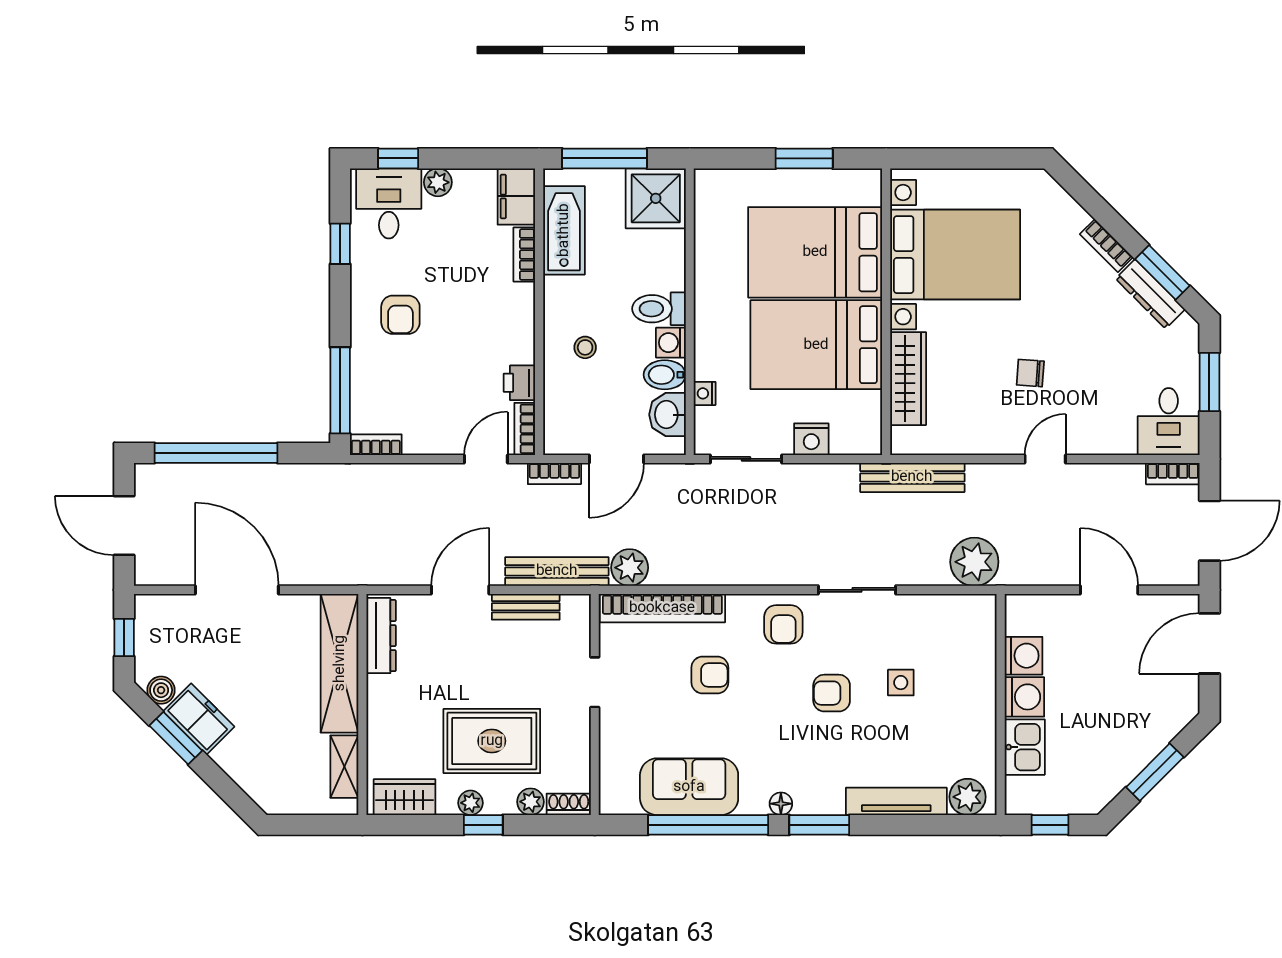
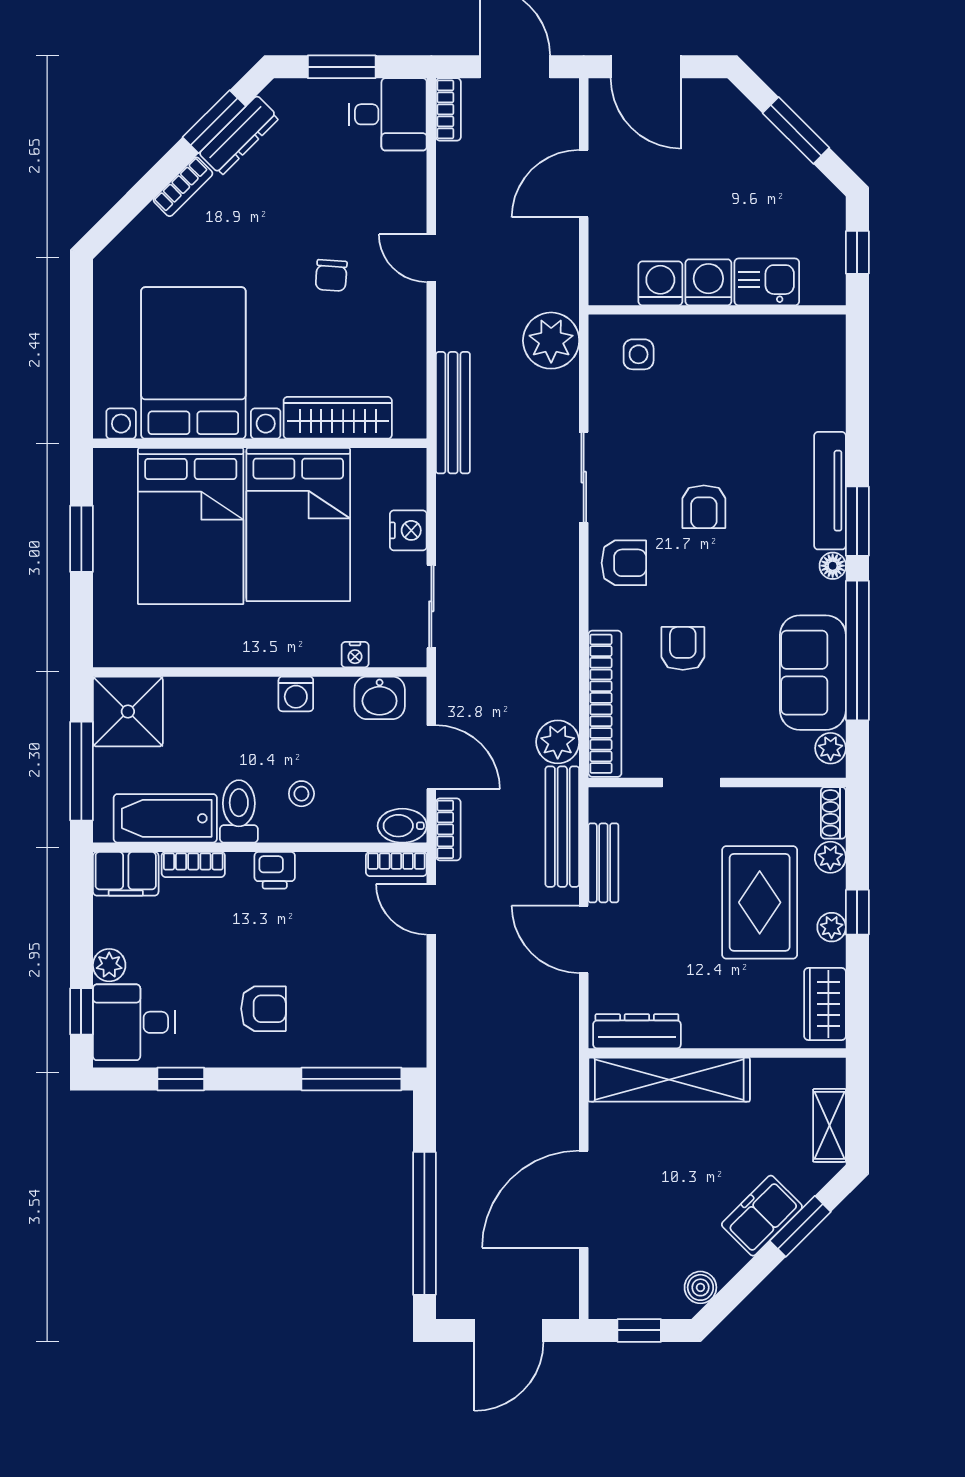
toilet: (659, 309) -> (239, 811), moved, turned 180
bidet: (665, 375) -> (402, 826), moved, turned 90
printer: (519, 383) -> (275, 870), moved
bookcase: (376, 445) -> (415, 1037), removed
side table: (901, 683) -> (639, 354), moved
freezer: (199, 719) -> (762, 1216), moved
window: (176, 738) -> (800, 1226), moved
shelving: (344, 767) -> (830, 1125), moved, turned 90
plant: (968, 797) -> (831, 748), moved, width x0.73, depth x0.73
tv unit: (896, 801) -> (830, 491), moved

